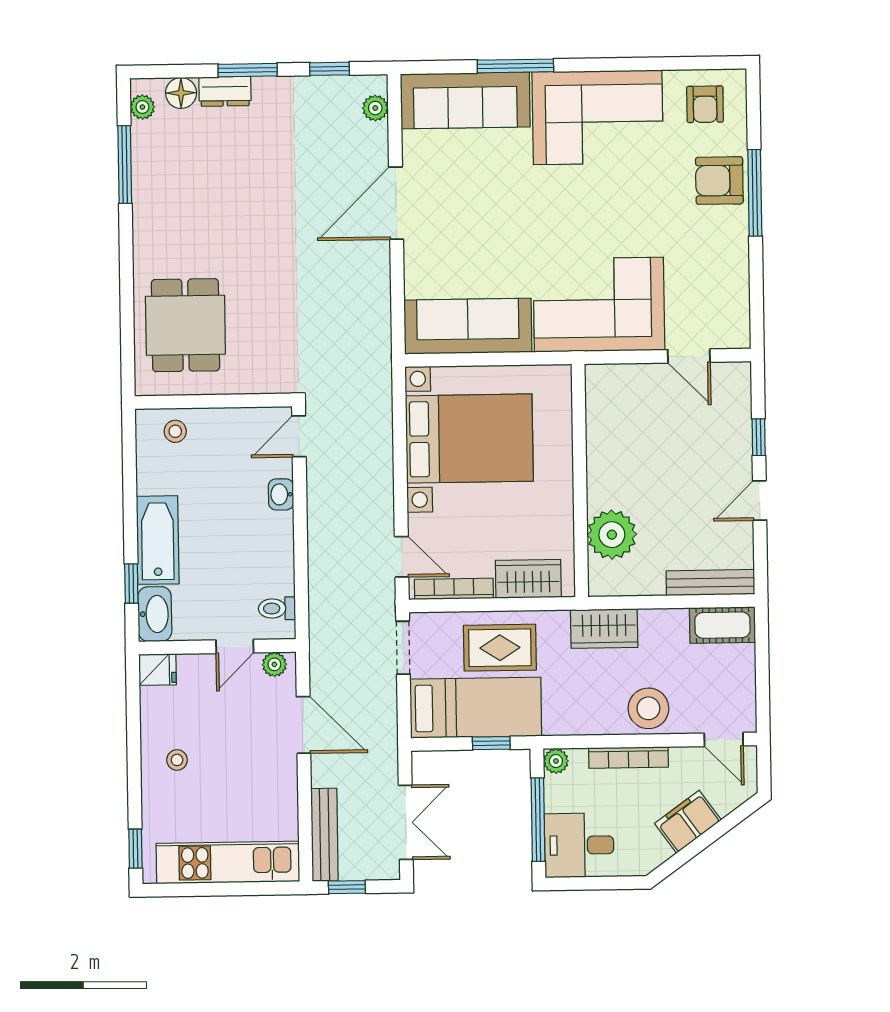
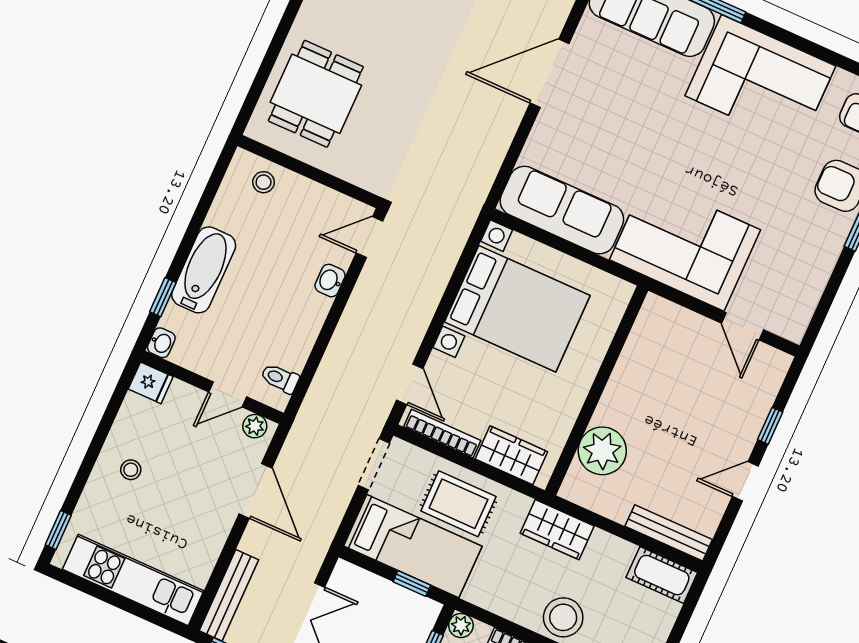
washbasin: (155, 614) -> (161, 343), width x0.52, depth x0.69

